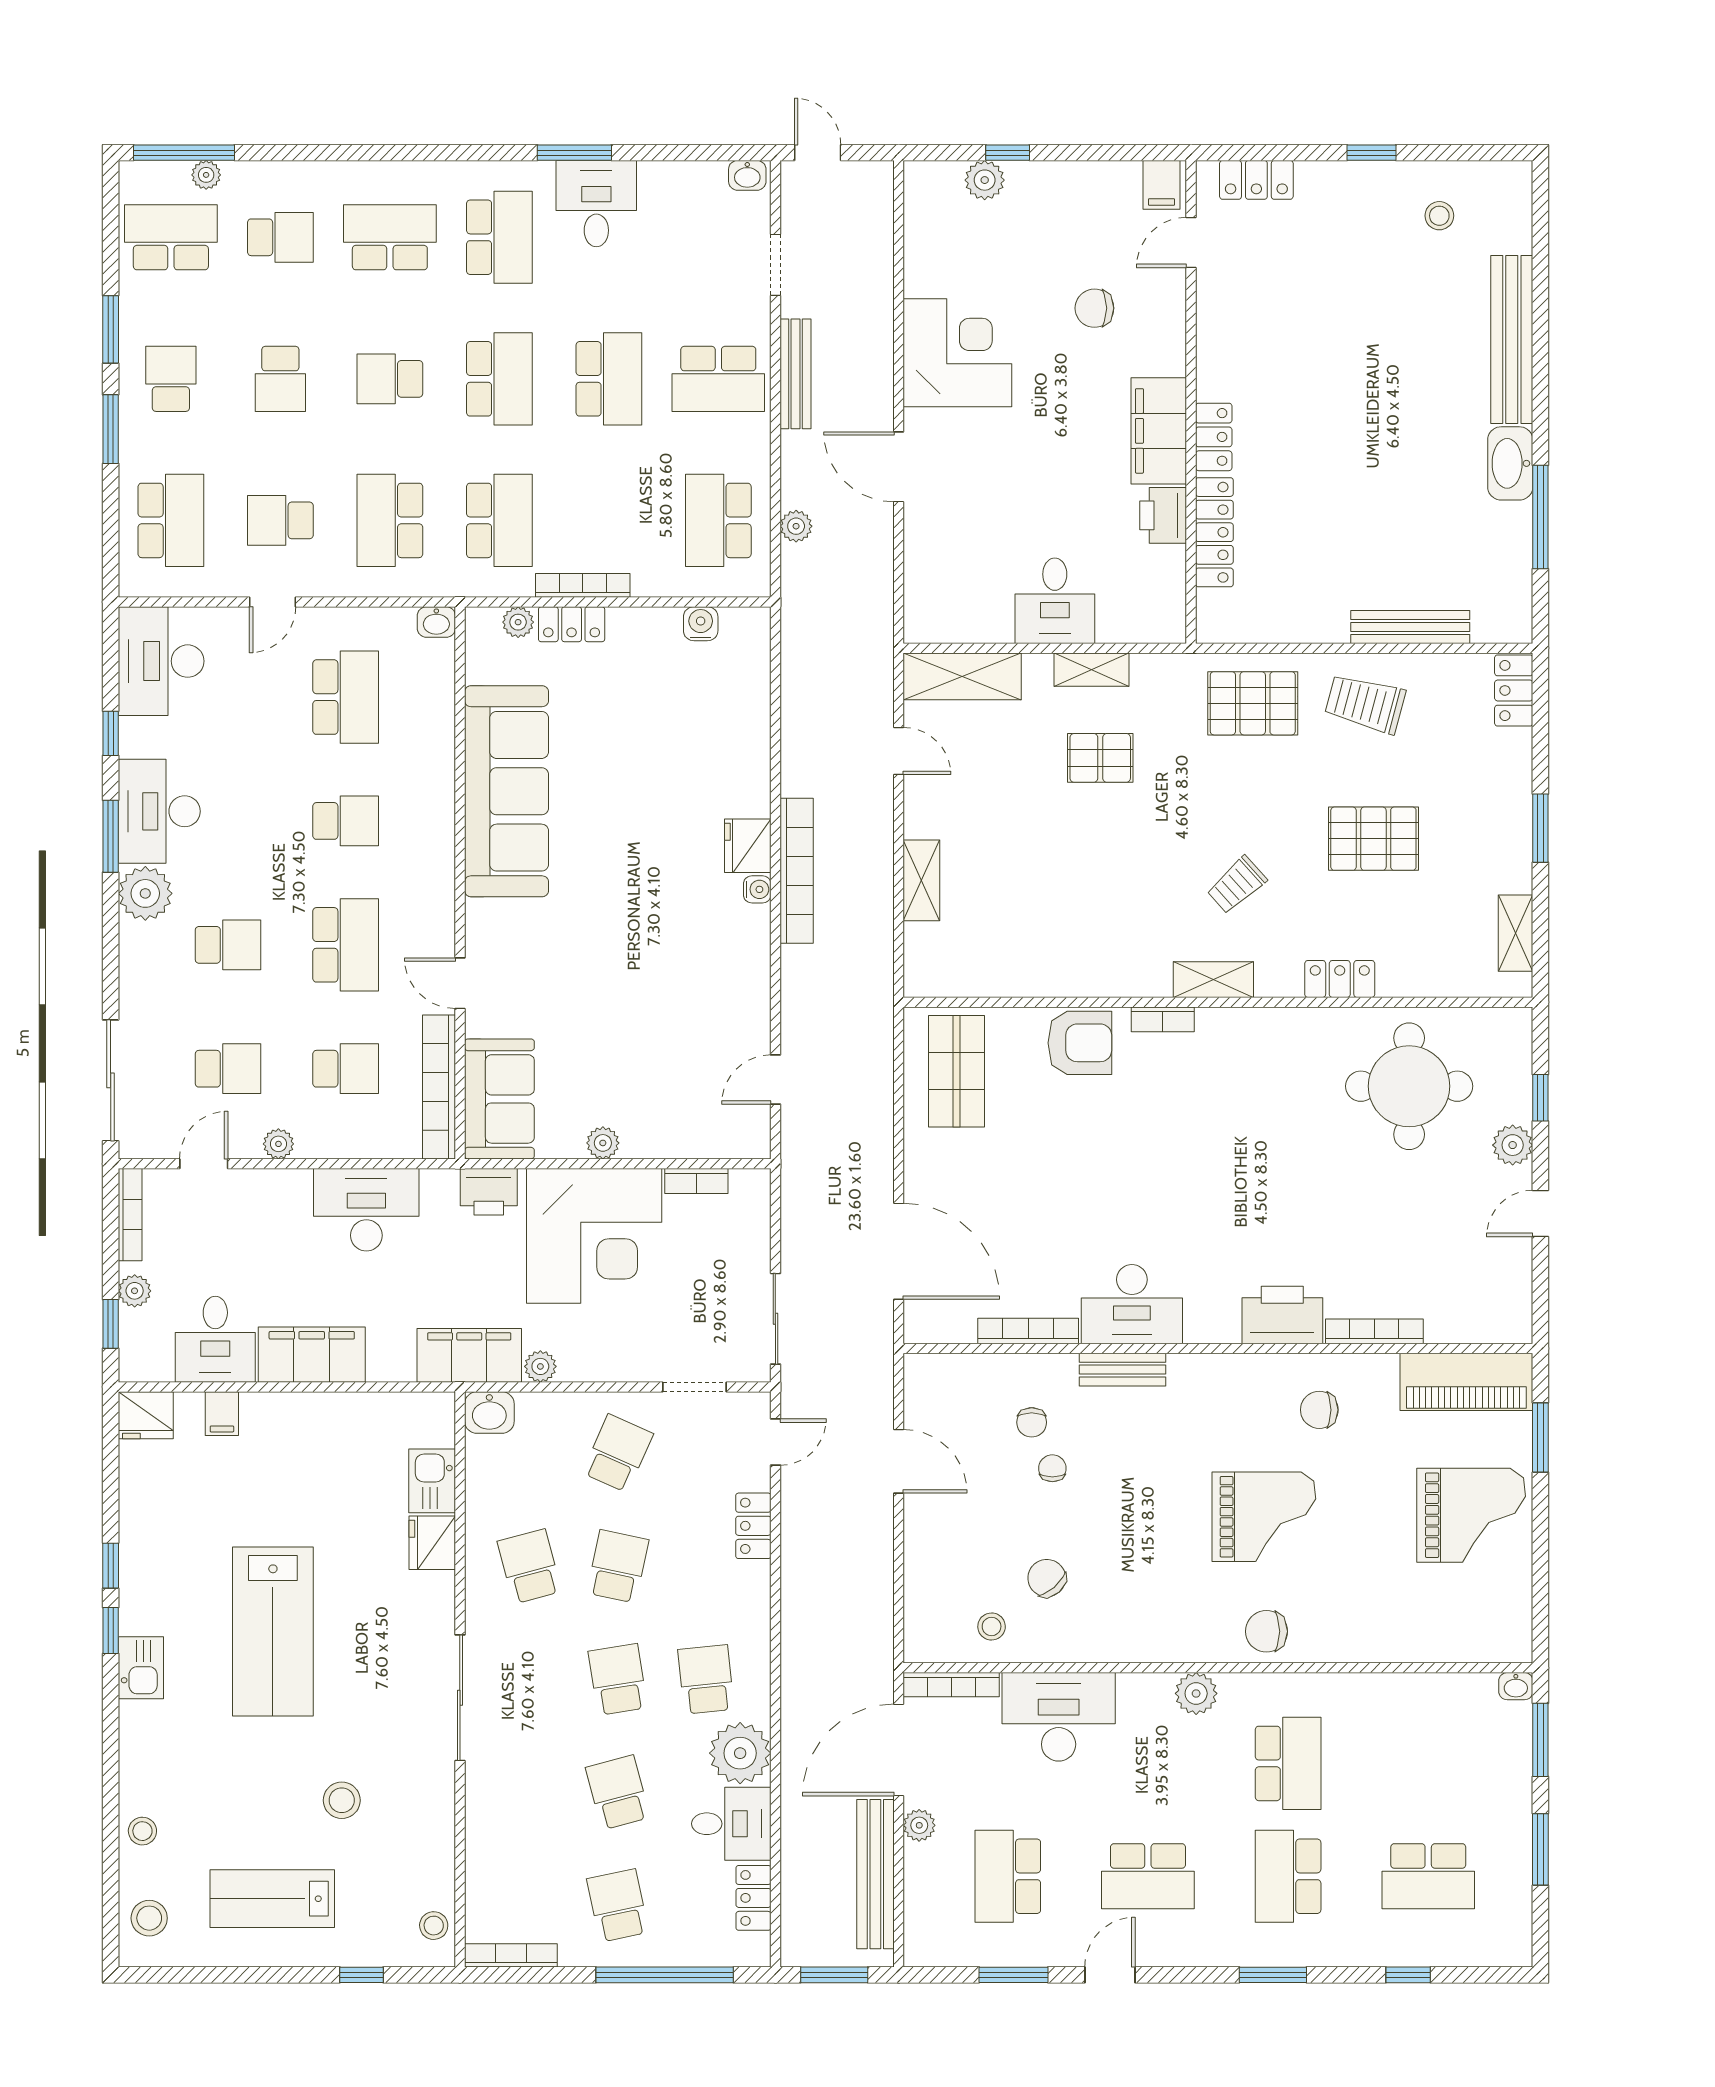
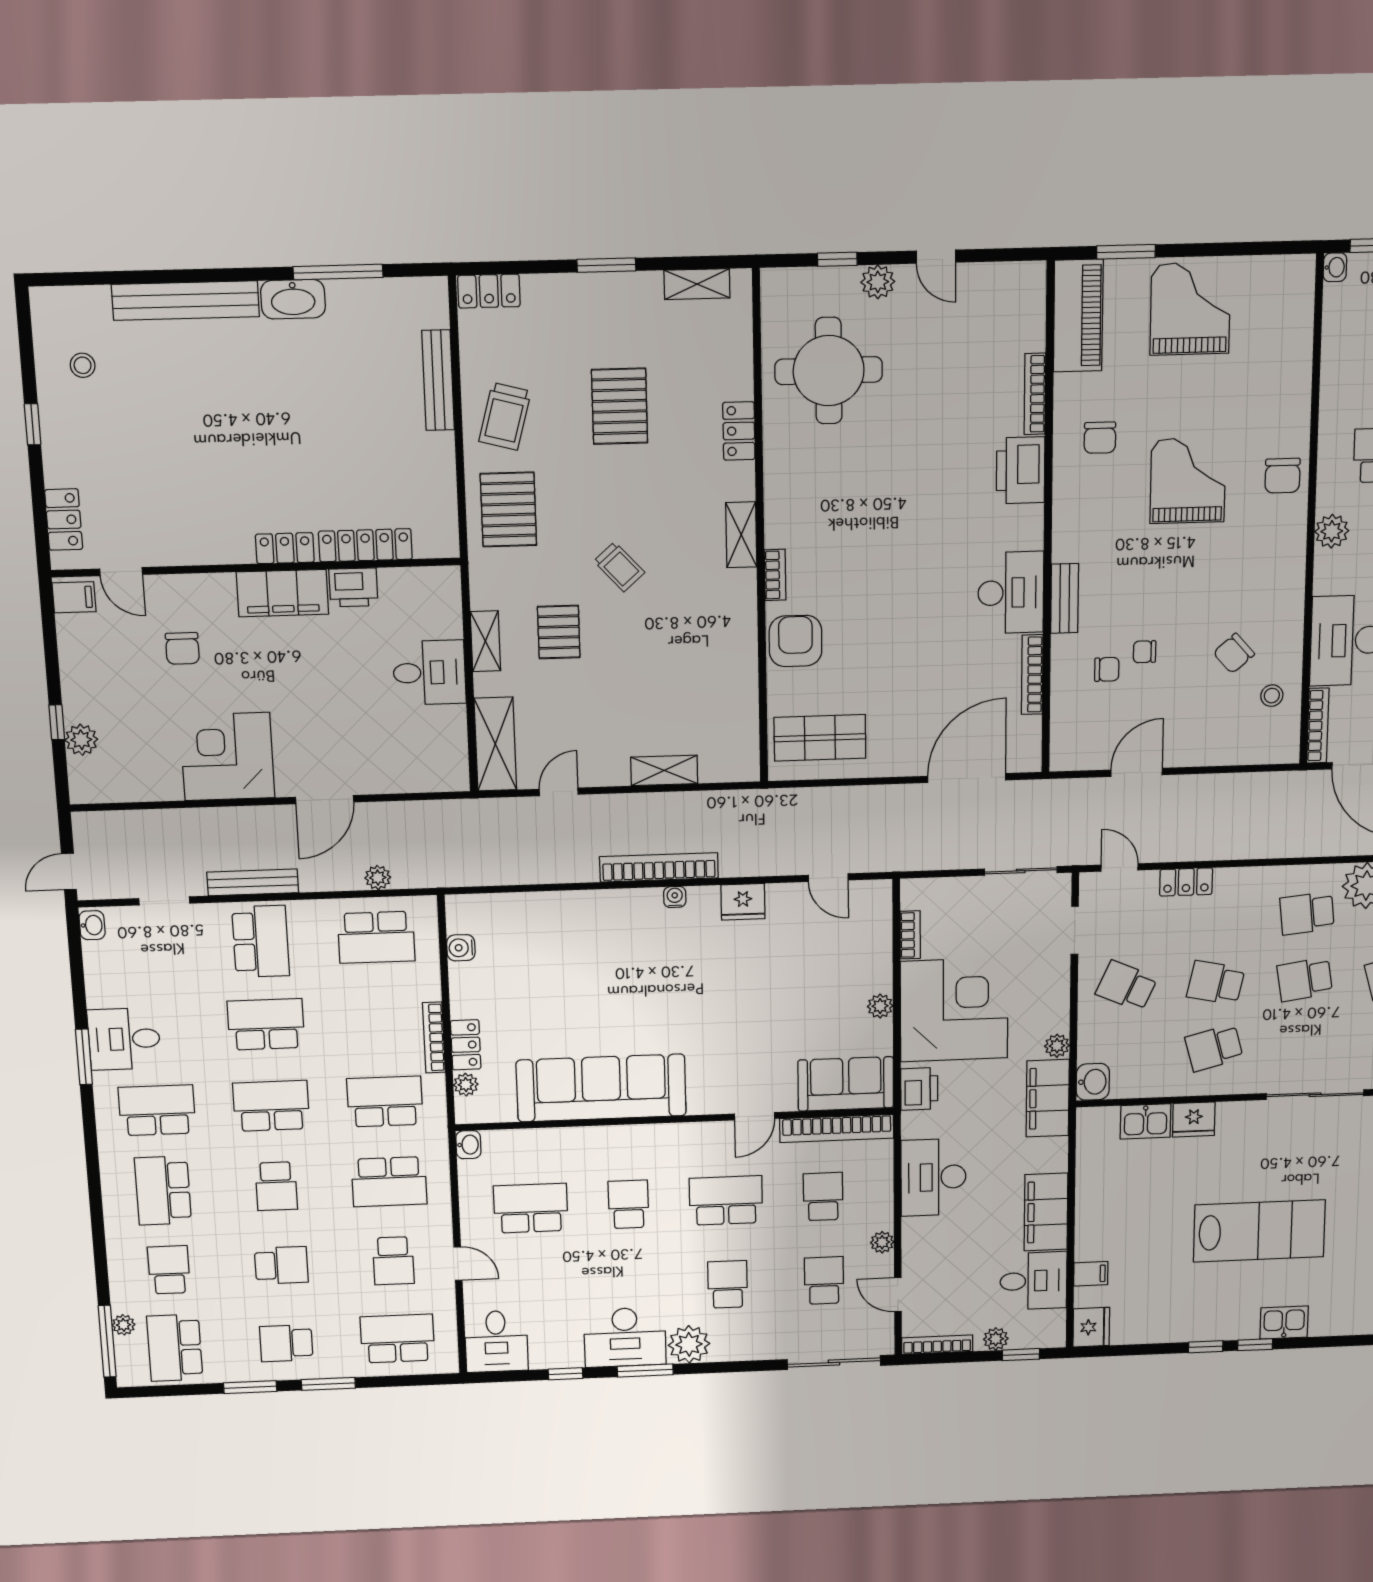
desk: (161, 661) -> (496, 1341), width x0.73
fridge: (748, 846) -> (743, 902), moved
trolley: (1237, 885) -> (619, 567), moved

